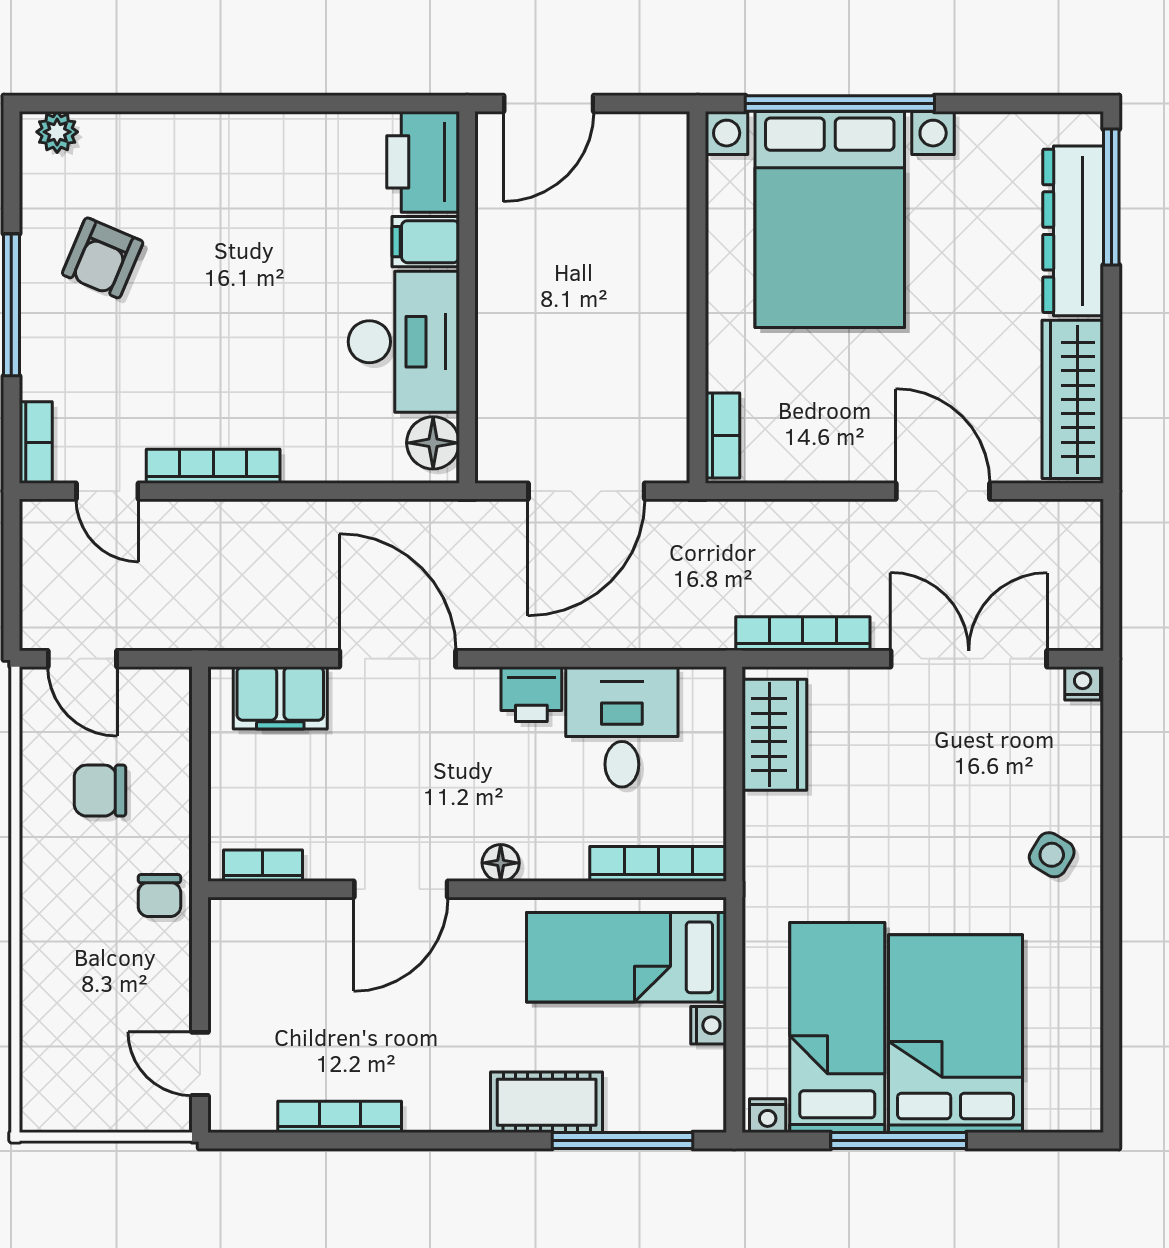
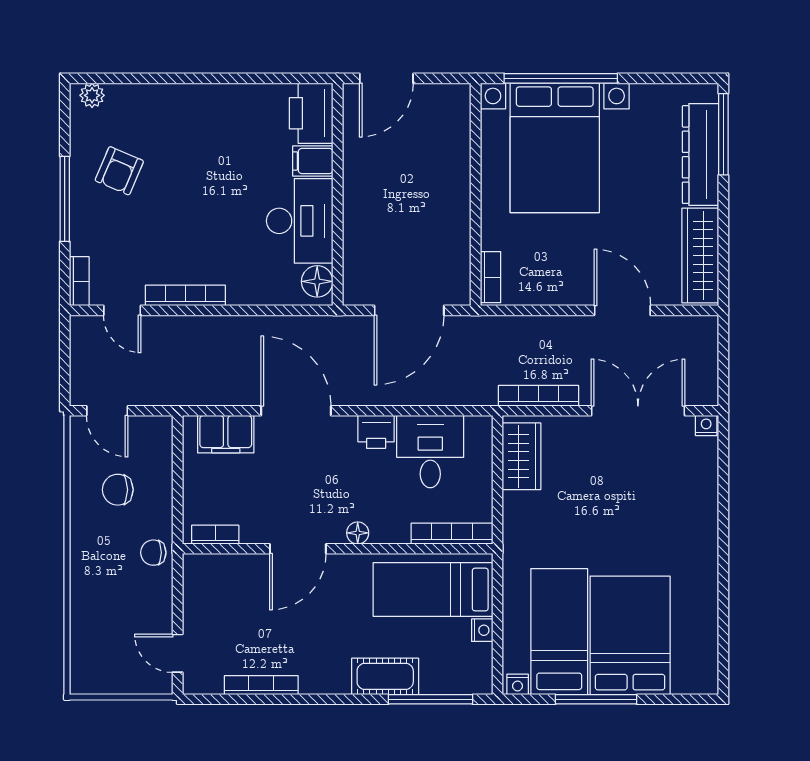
side table: (1052, 855) -> (688, 528), removed
chair: (159, 896) -> (153, 553), turned 90

